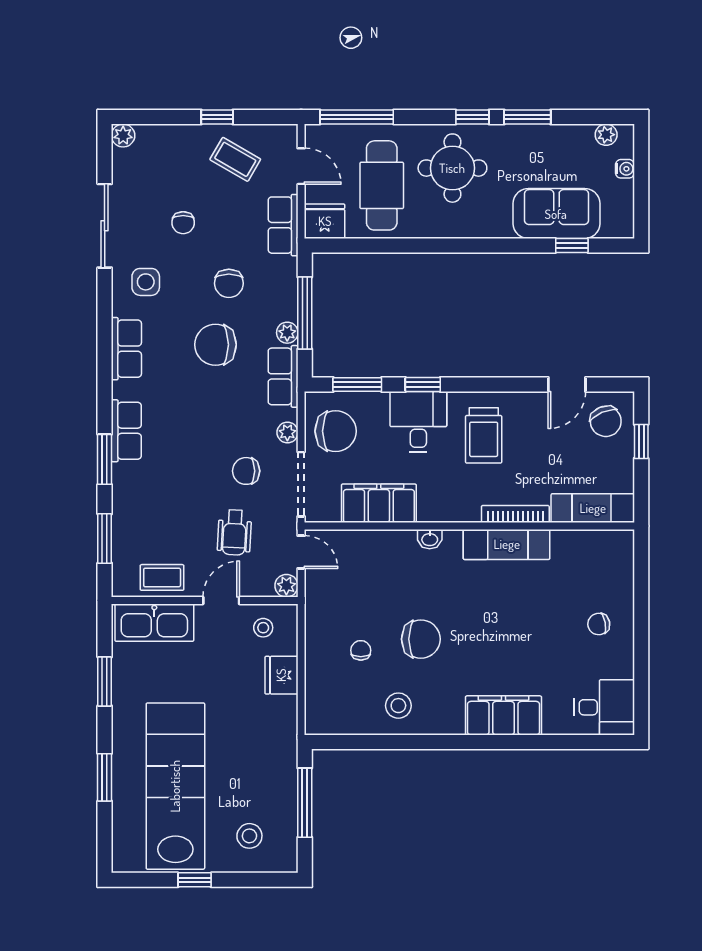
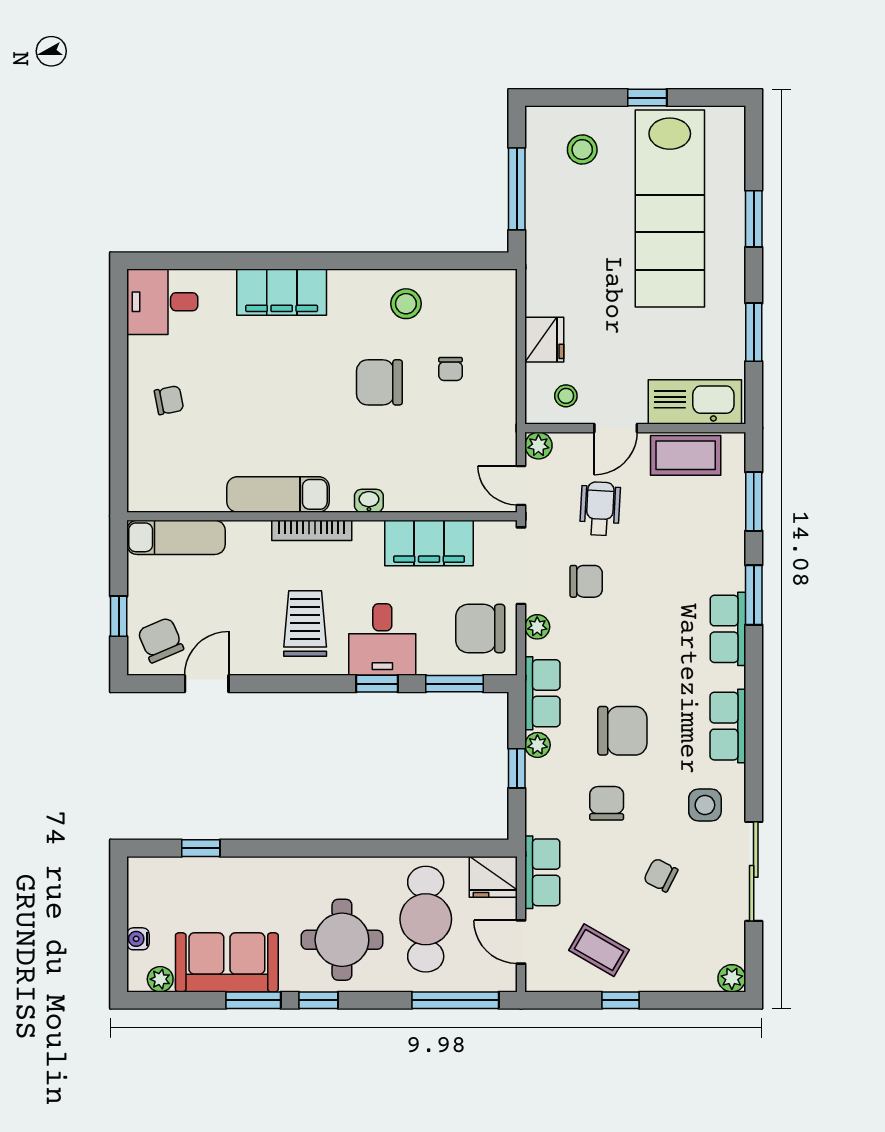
sofa: (556, 214) -> (227, 962), moved, turned 180
chair: (183, 223) -> (661, 875), turned -63
window: (305, 313) -> (517, 768), width x0.46
bookcase: (515, 514) -> (312, 530), moved
coffee table: (162, 577) -> (686, 455), width x1.36, depth x1.30

